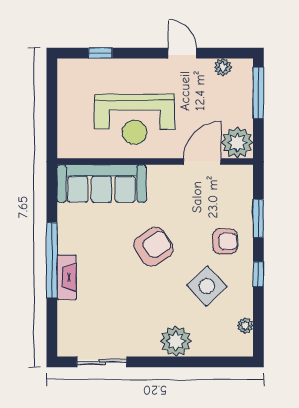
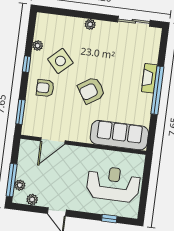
reception desk: (135, 119) -> (113, 184), moved
plant: (237, 143) -> (20, 185), moved, width x0.53, depth x0.53
window: (258, 218) -> (20, 112), moved
plant: (245, 326) -> (38, 46), moved
plant: (176, 341) -> (90, 24), width x0.53, depth x0.53

